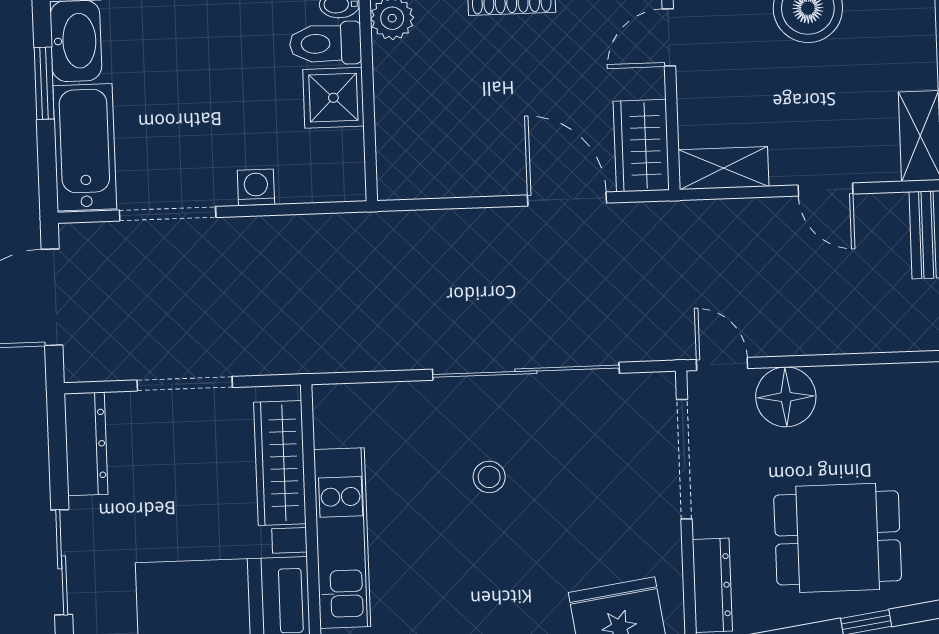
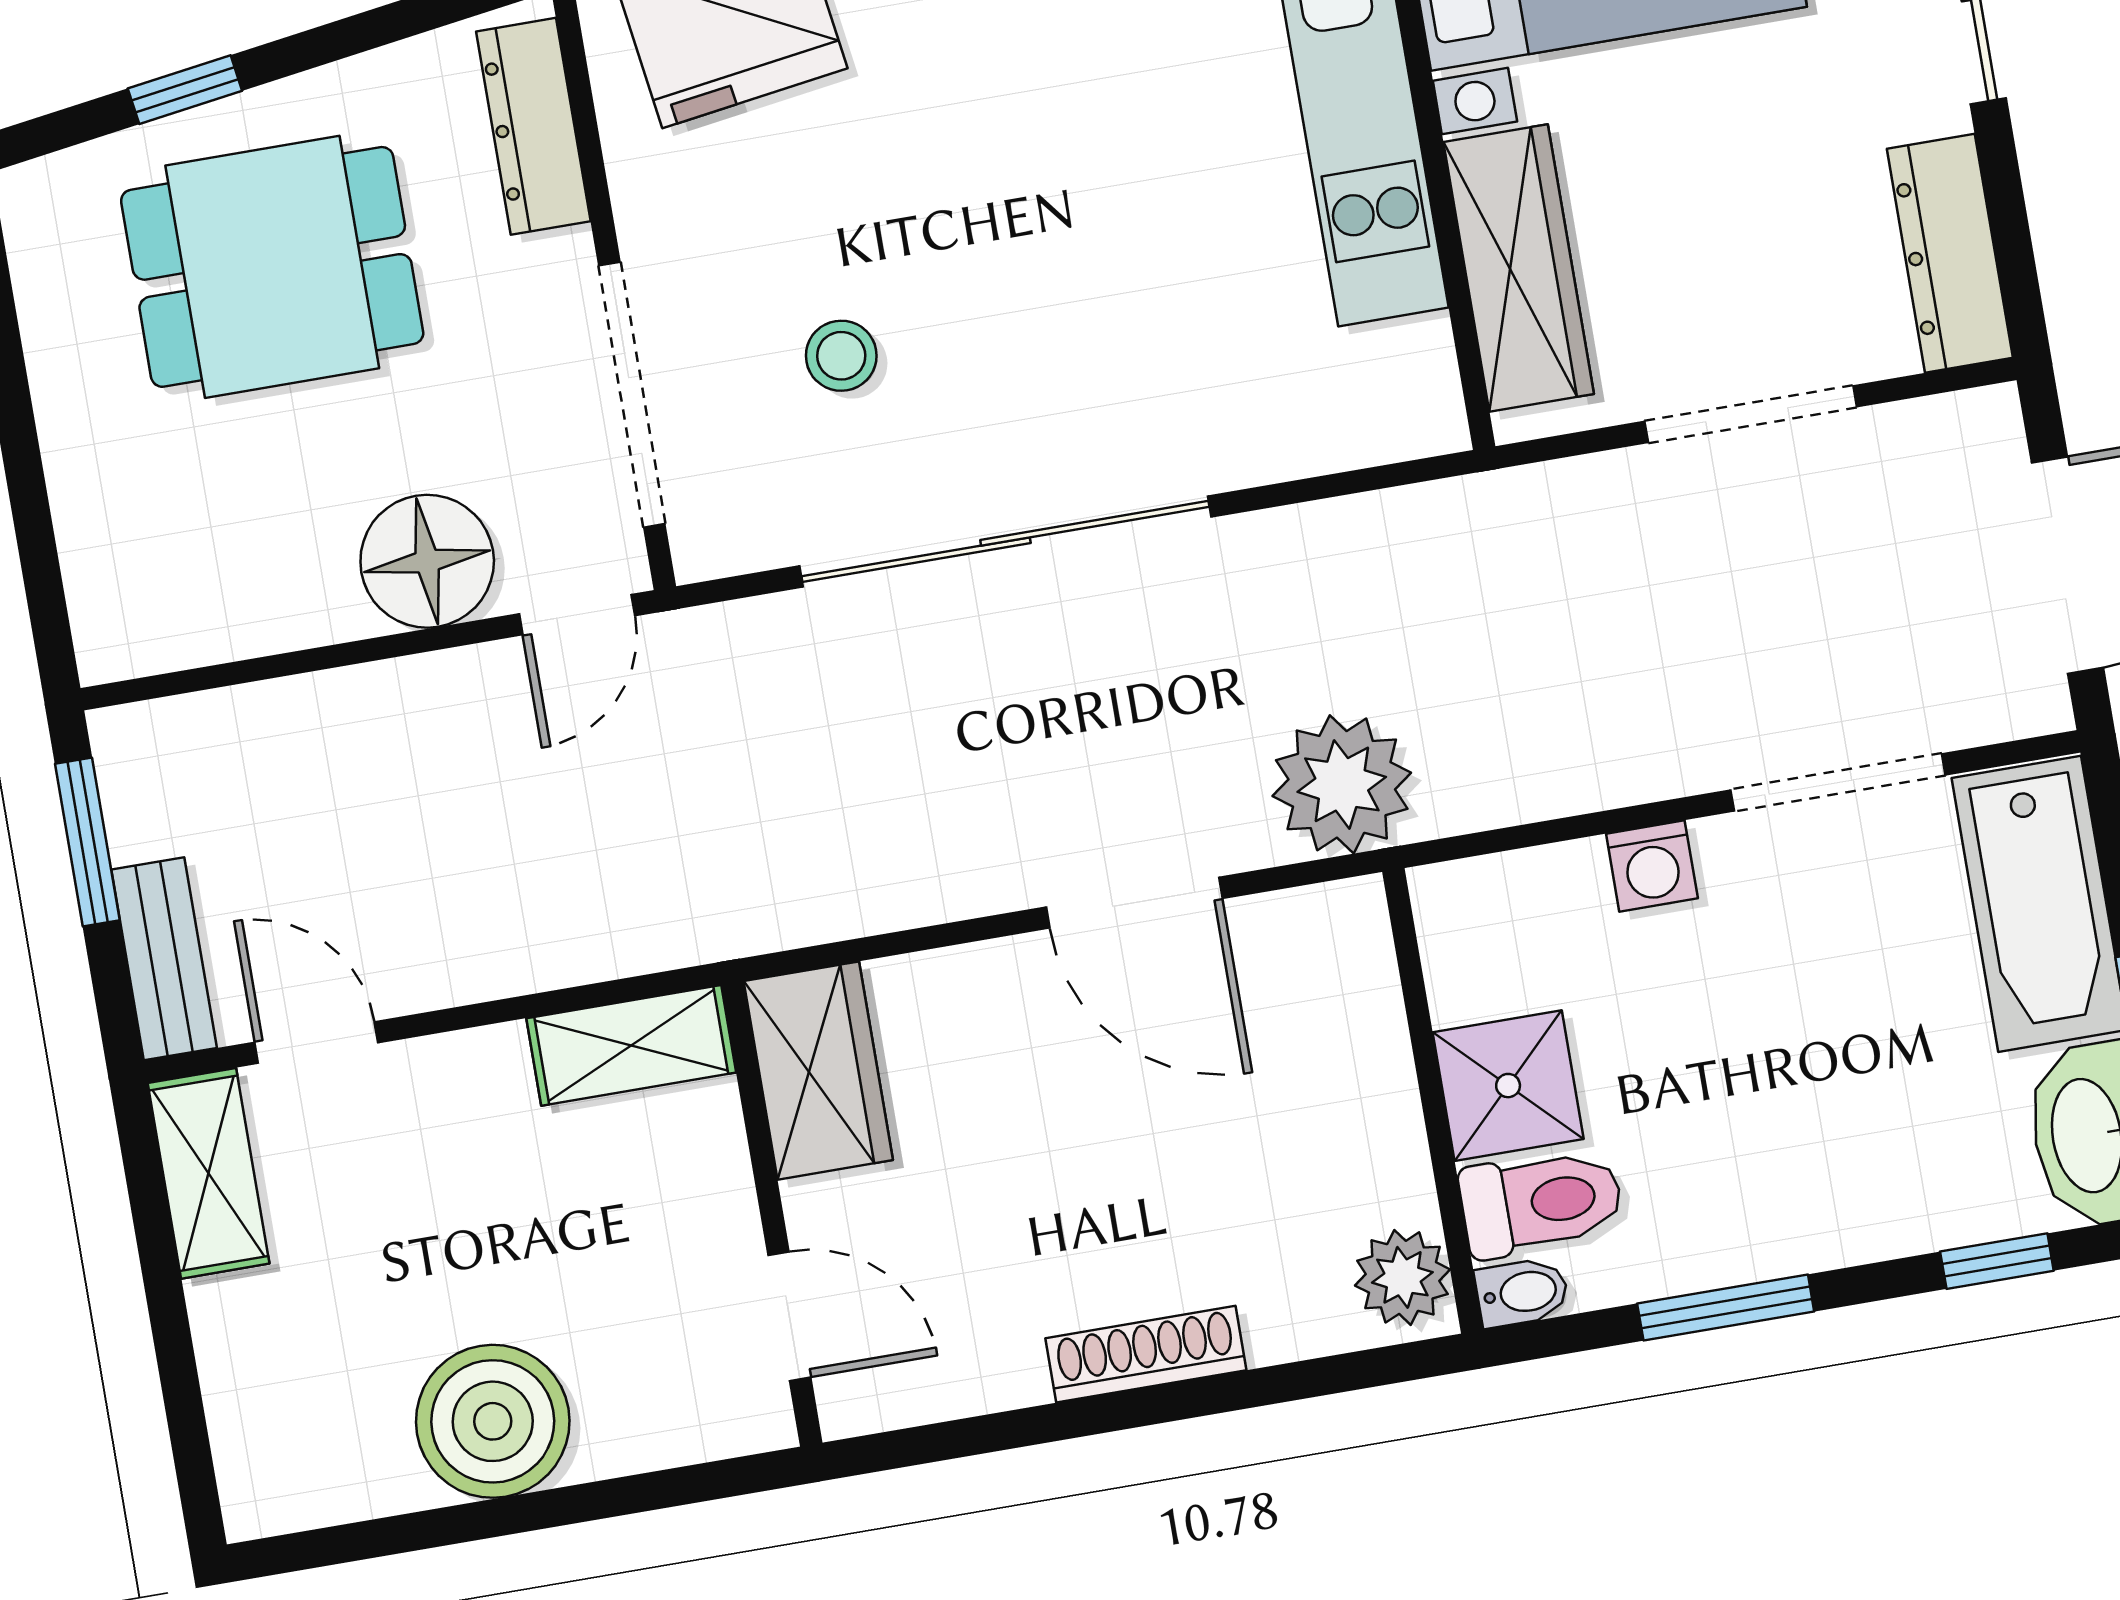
door: (669, 37) -> (789, 1316), hinge flipped
door: (826, 190) -> (316, 1043), moved
door: (567, 199) -> (1134, 903), moved
plant: (390, 242) -> (1342, 784), added
door: (722, 364) -> (577, 615), hinge flipped
stool: (489, 477) -> (841, 356), moved

